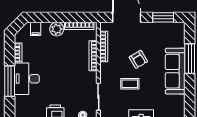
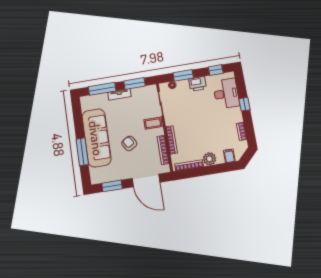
sofa: (175, 71) -> (96, 138), width x1.36, depth x1.27
desk: (27, 79) -> (226, 94), moved
window: (10, 81) -> (244, 104), width x0.46
coffee table: (130, 84) -> (153, 123), moved

